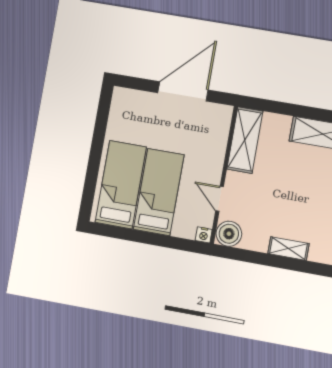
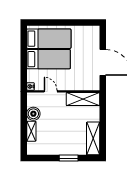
door: (220, 199) -> (51, 91), hinge flipped
boiler: (229, 234) -> (33, 114), moved

